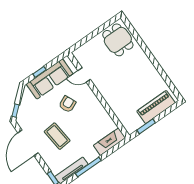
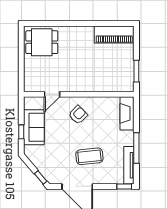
sofa: (50, 79) -> (34, 127), width x0.73
armchair: (67, 104) -> (78, 115), moved, turned 69
piano: (156, 107) -> (114, 34), moved, turned -90

